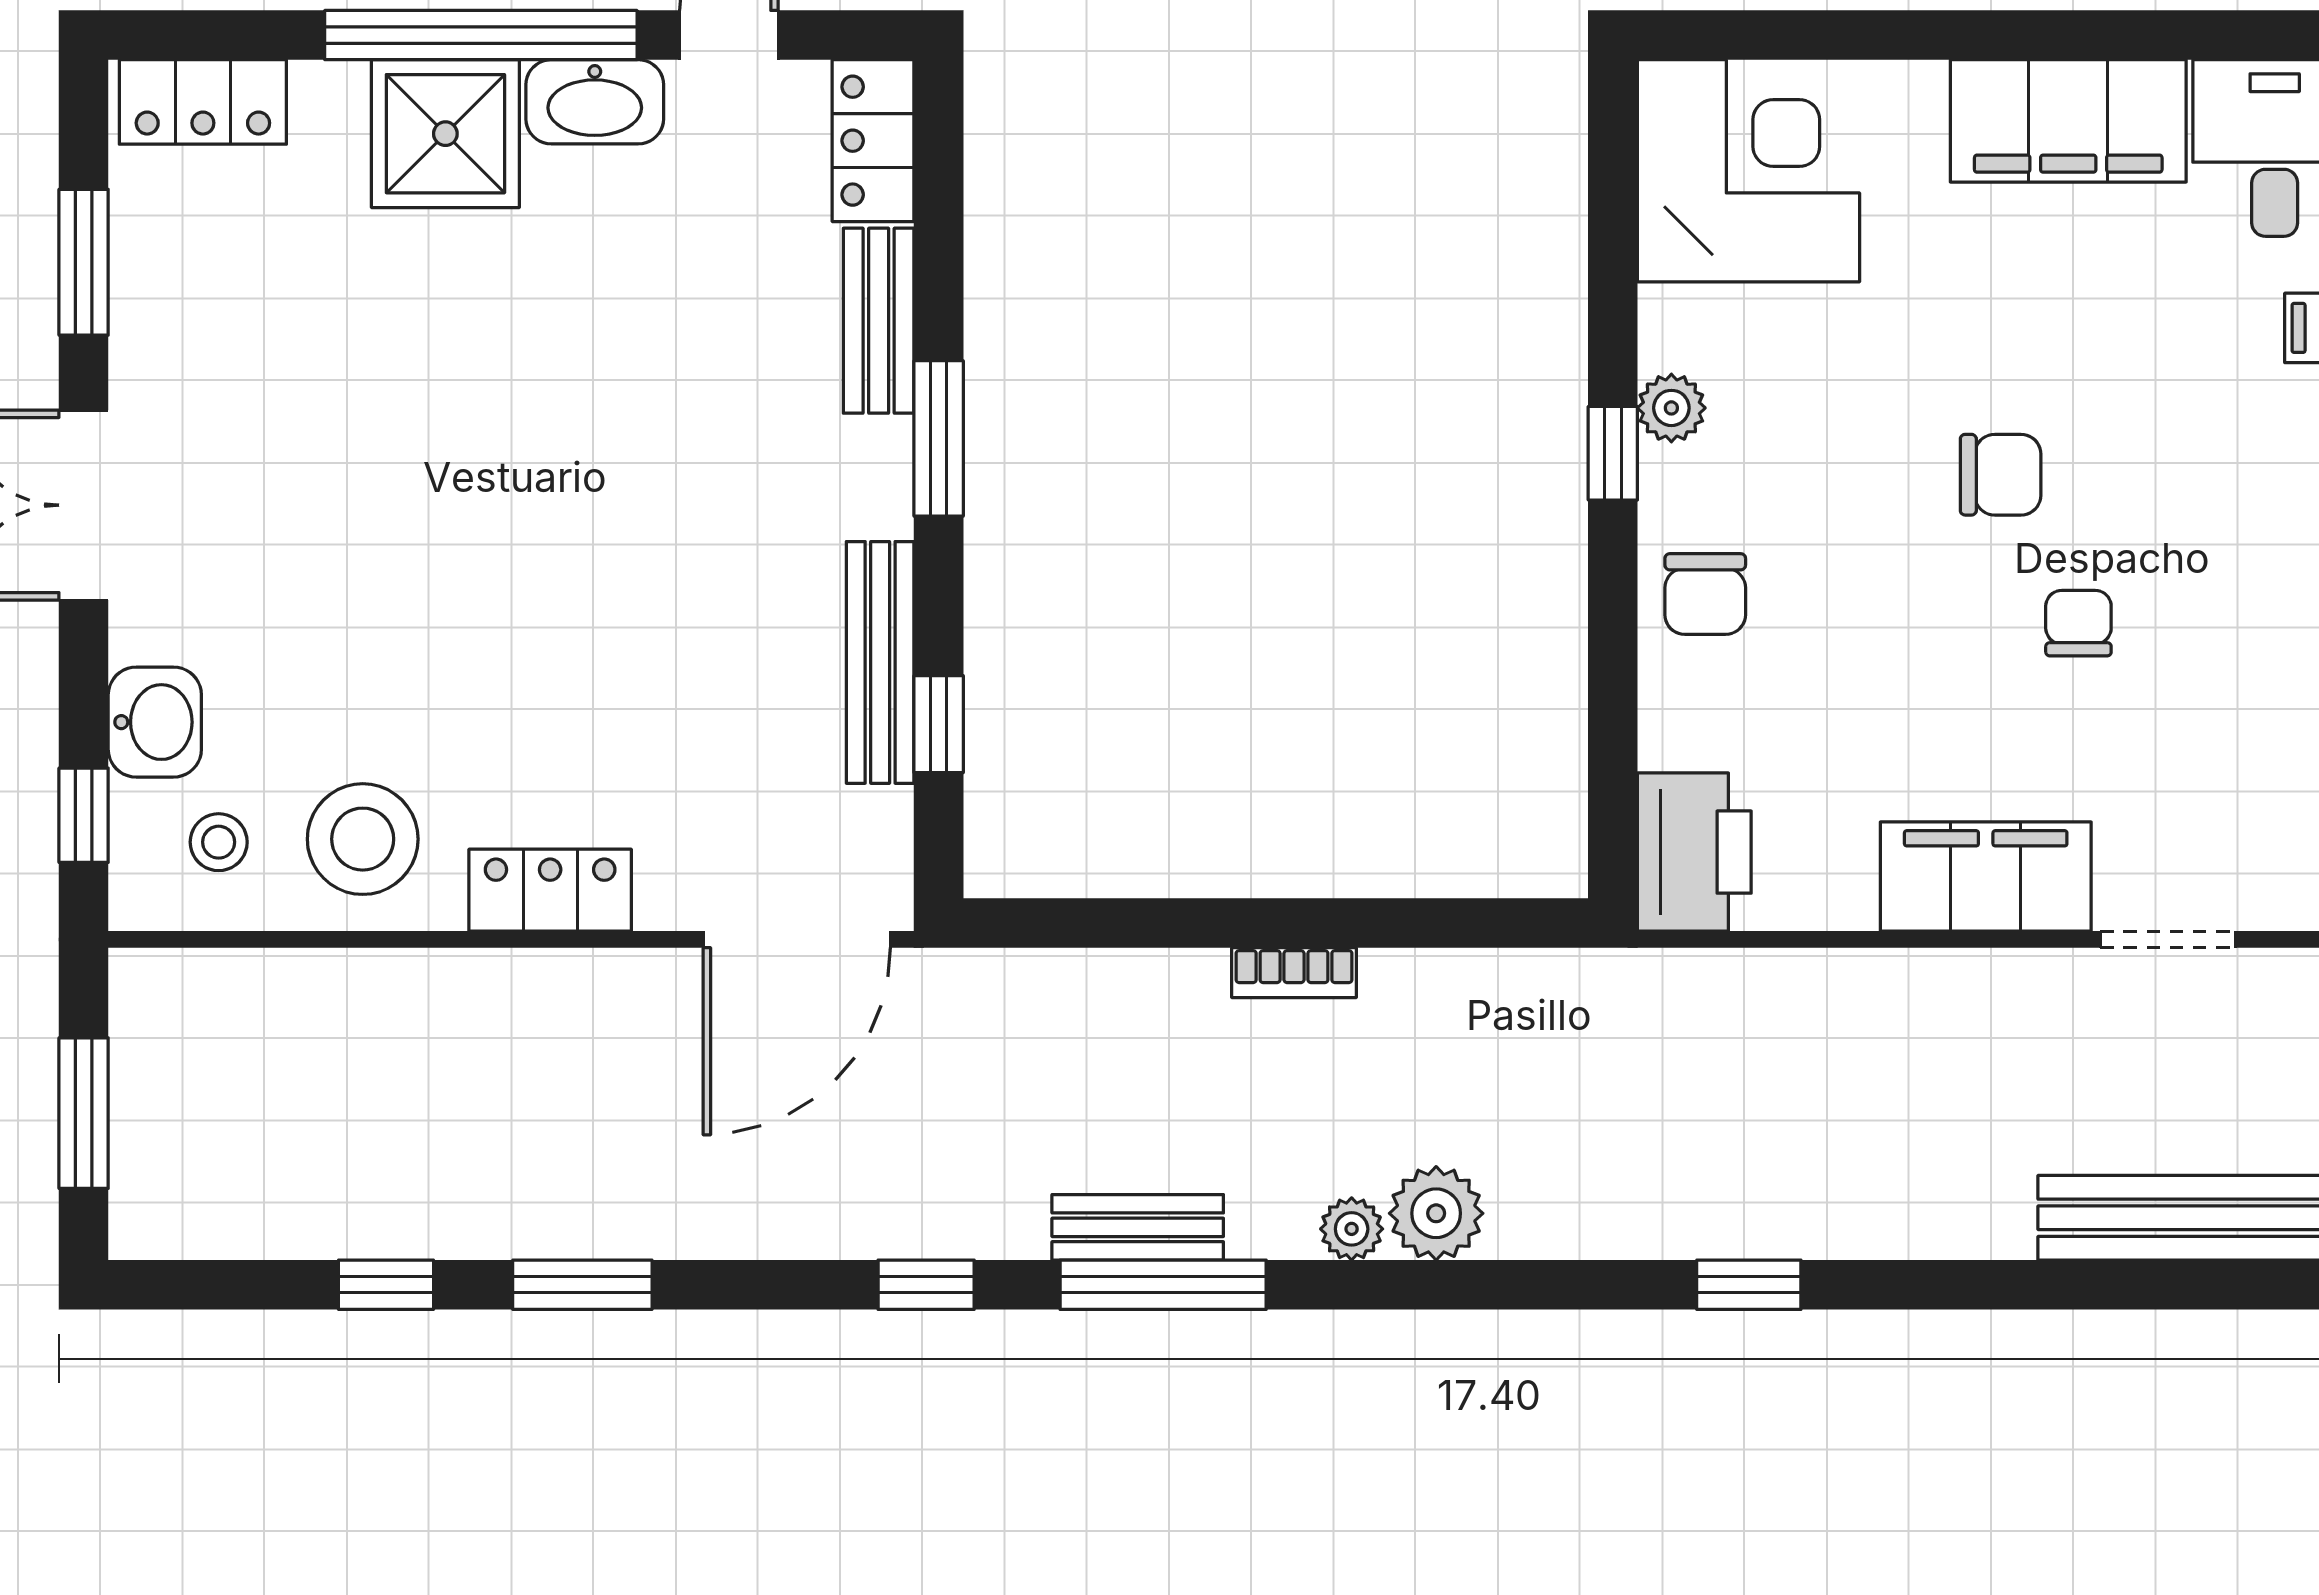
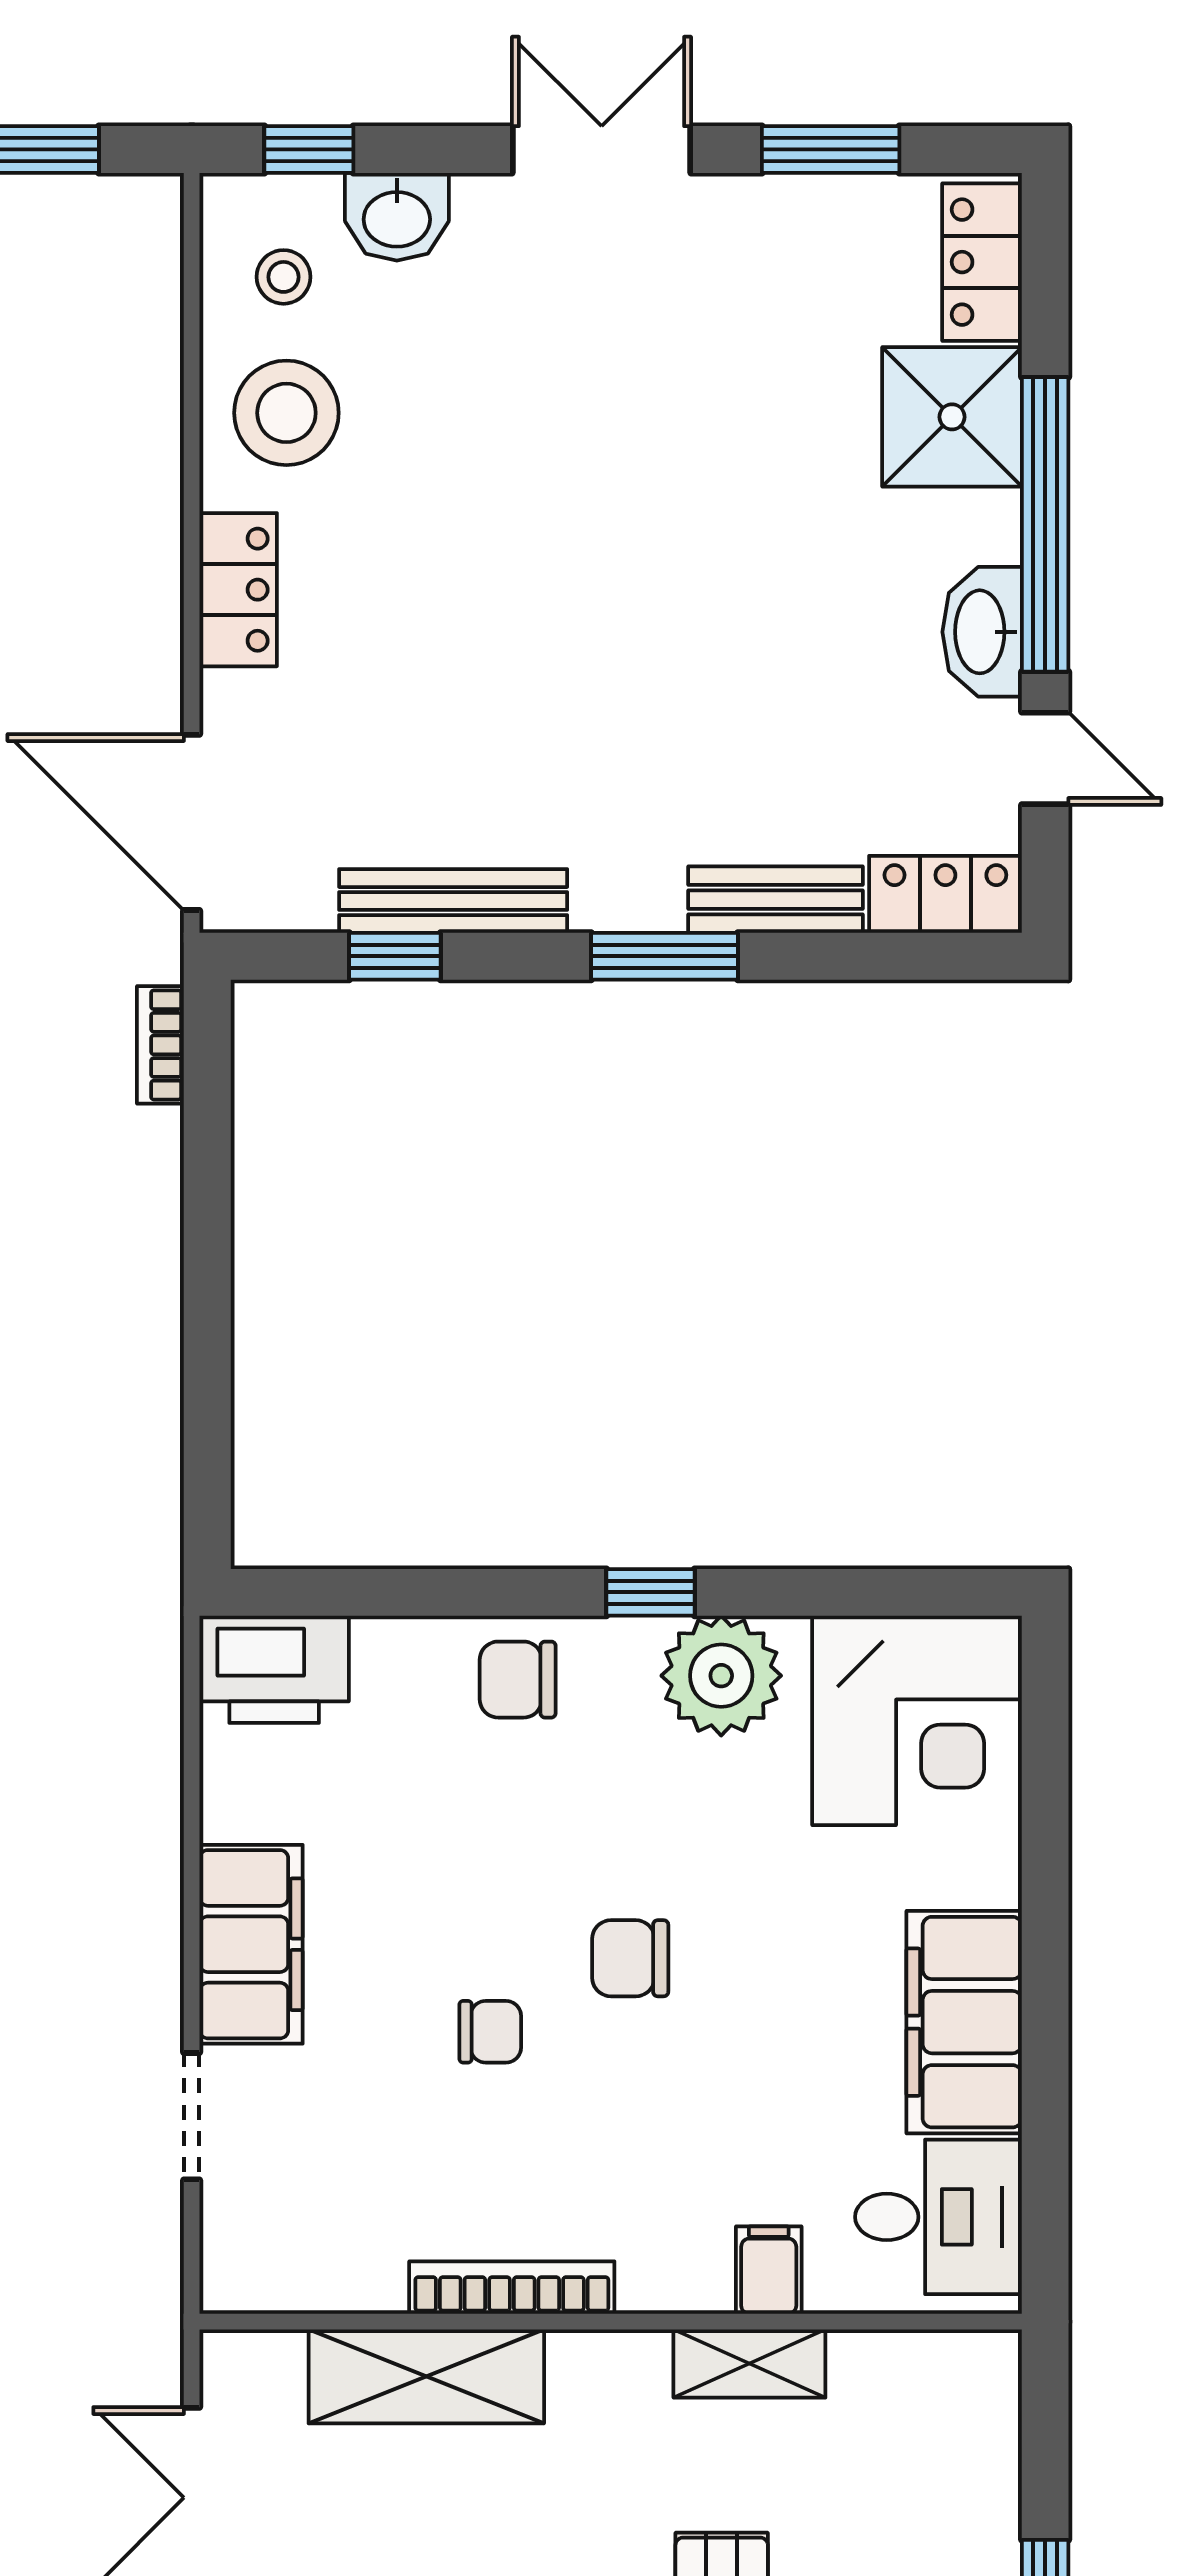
shower: (445, 134) -> (952, 417), moved
plant: (1671, 408) -> (721, 1676), width x1.87, depth x1.87
chair: (2001, 475) -> (630, 1958), turned 90
bookcase: (1294, 973) -> (160, 1045), moved

